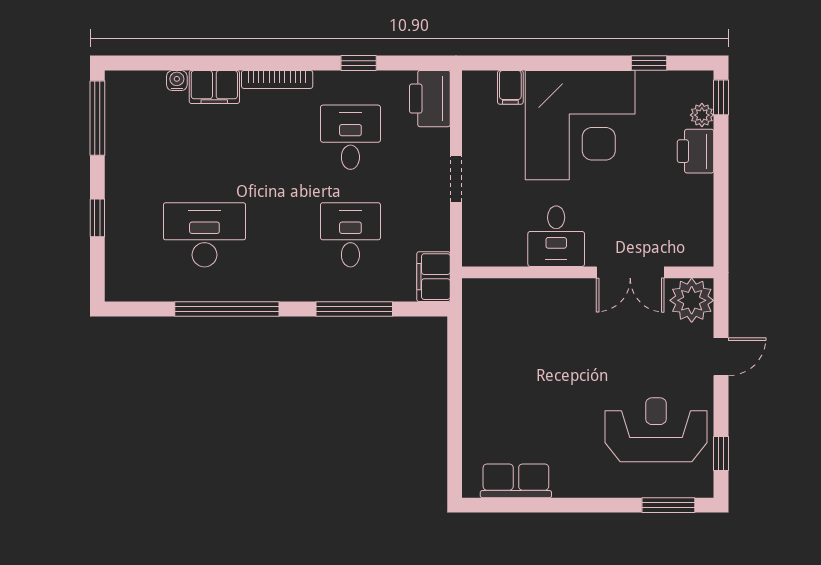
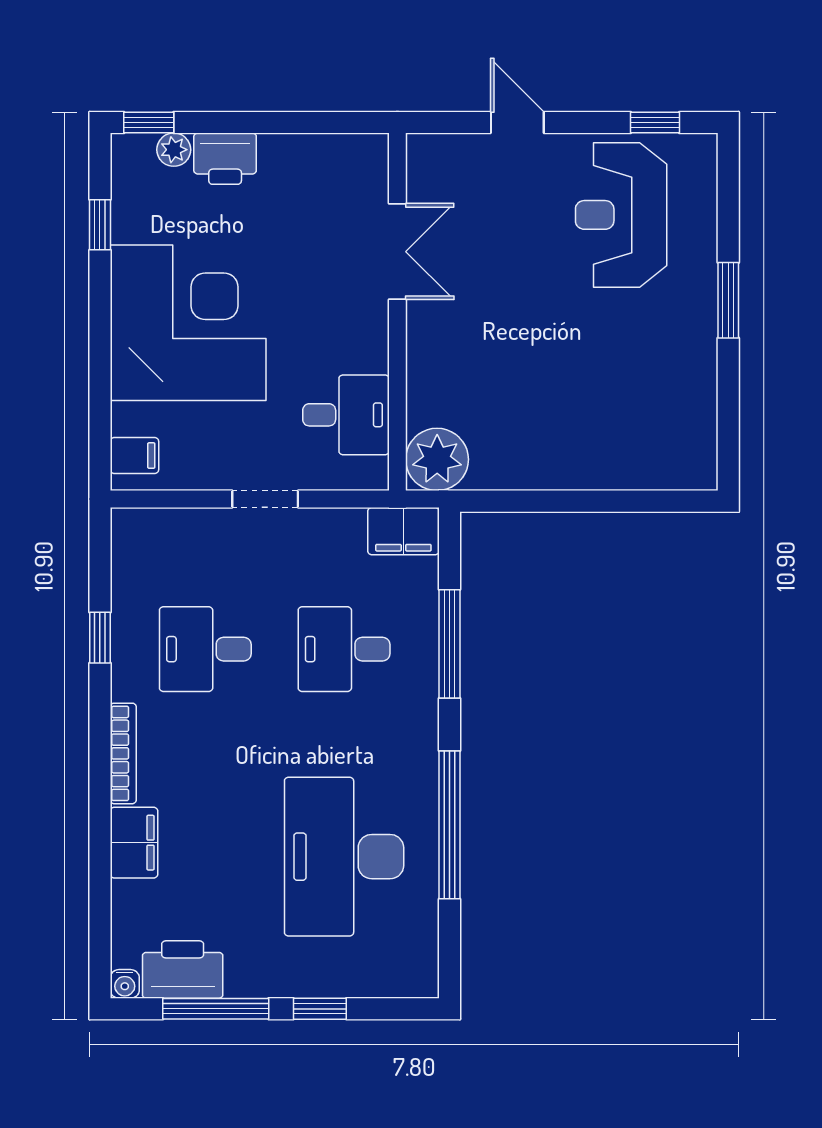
water cooler: (177, 81) -> (125, 984), moved, turned -90
filing cabinet: (510, 87) -> (134, 456), moved
printer: (430, 99) -> (183, 970), moved, turned 180
window: (97, 118) -> (216, 1009), moved
desk: (204, 235) -> (344, 857), width x1.36, depth x1.30
desk: (556, 236) -> (346, 415), moved
plant: (692, 300) -> (437, 459), moved
row of seats: (516, 481) -> (694, 414), removed
window: (668, 505) -> (728, 300), moved

